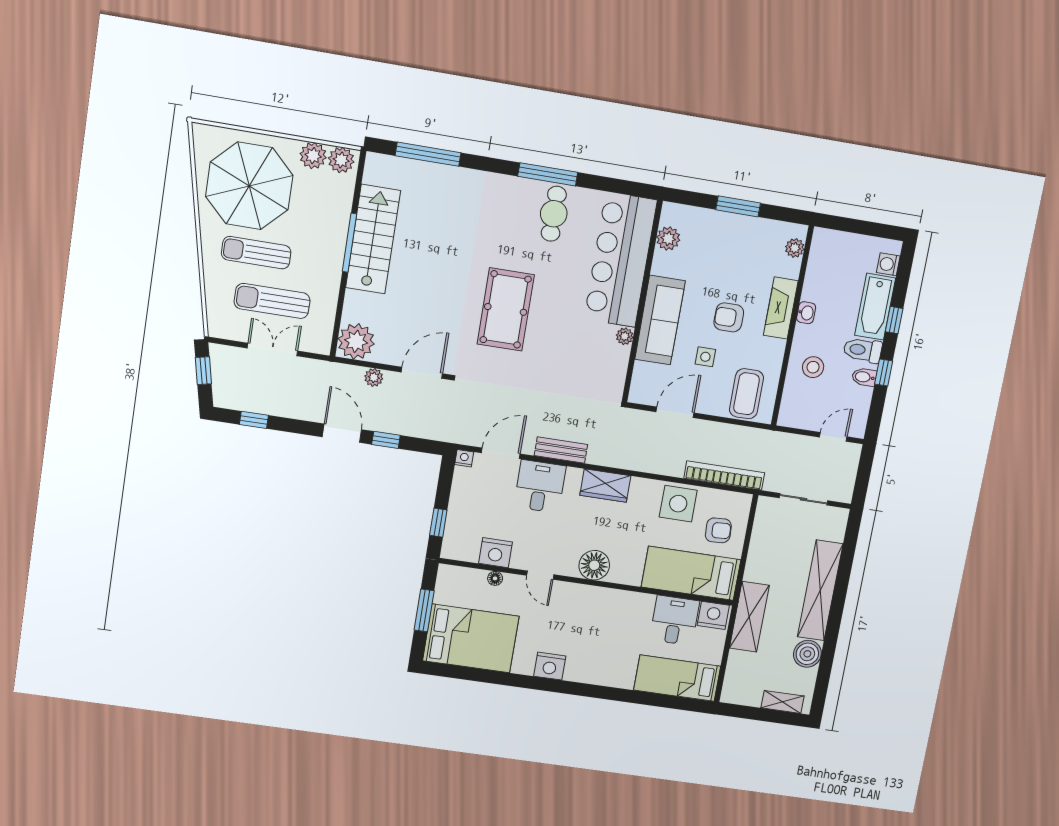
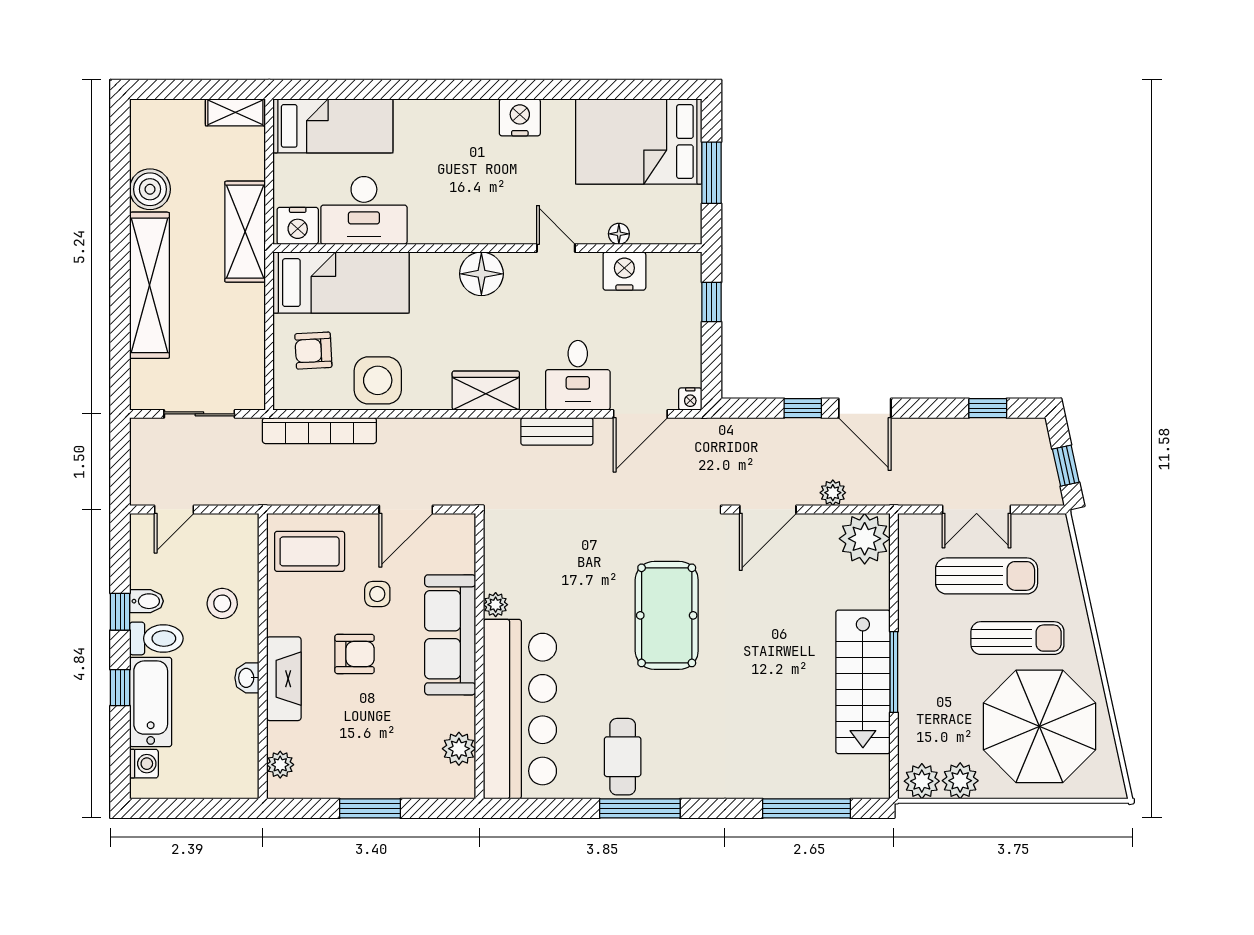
coffee table: (746, 394) -> (310, 551), turned 90
desk: (675, 620) -> (364, 210), width x1.37
shelving: (783, 702) -> (235, 112), moved

